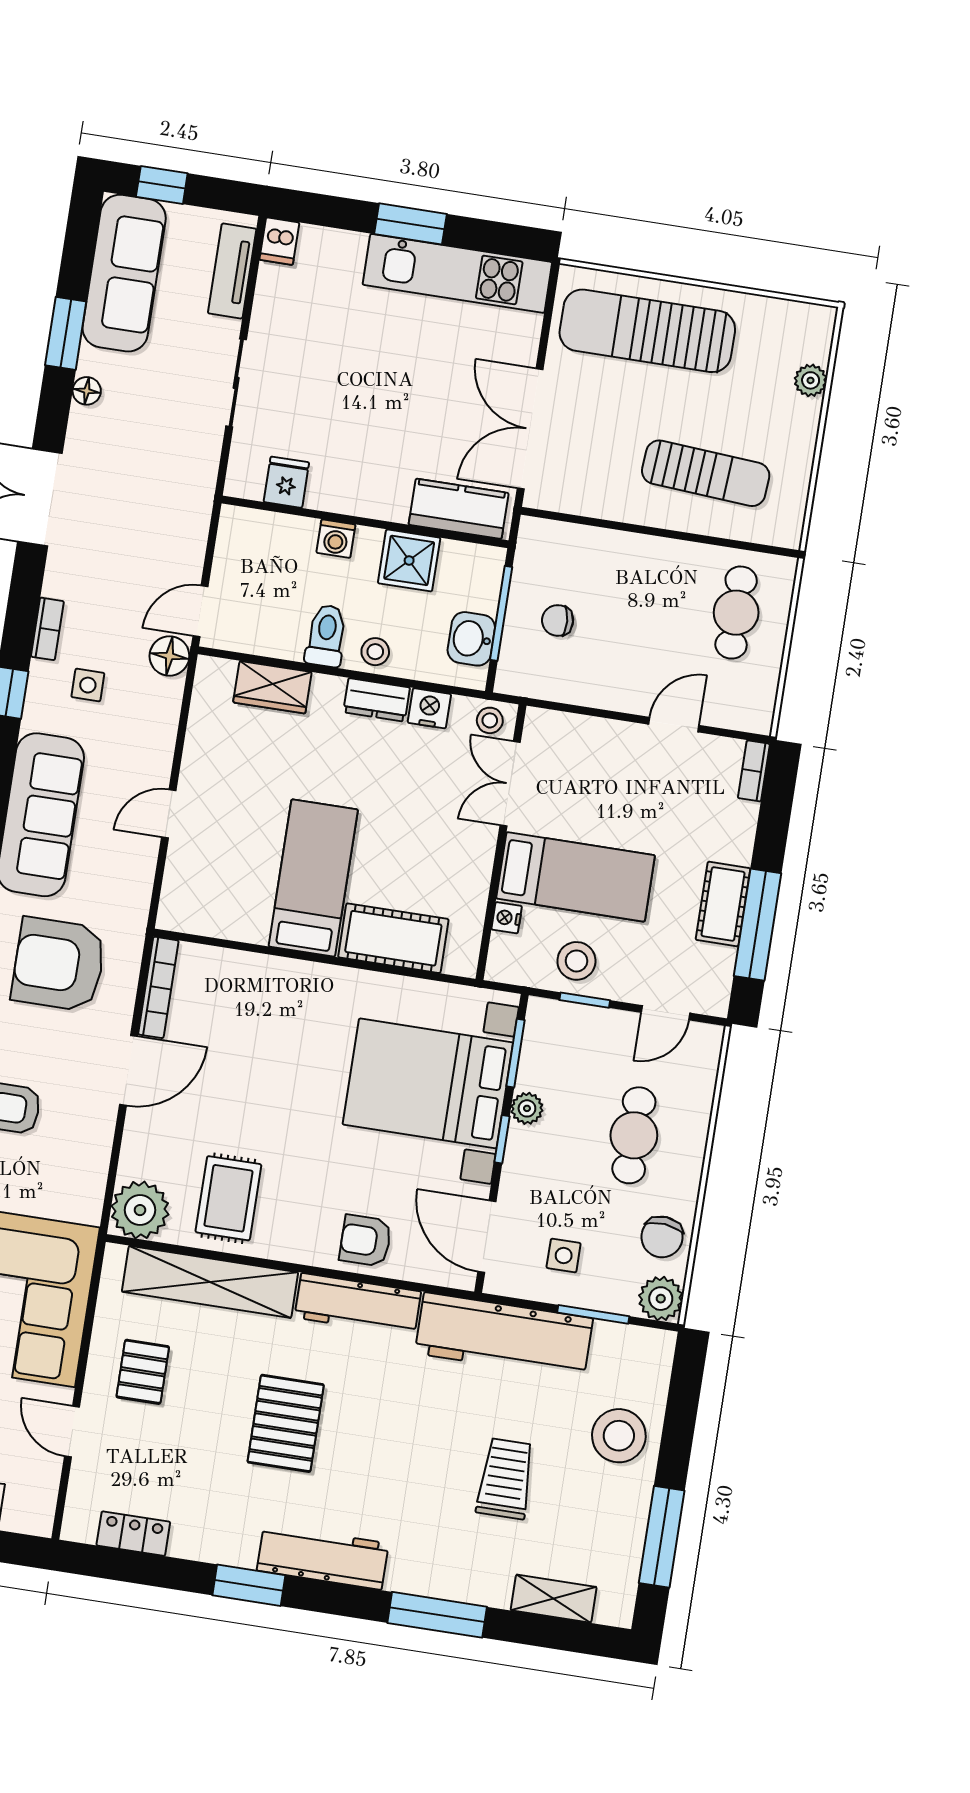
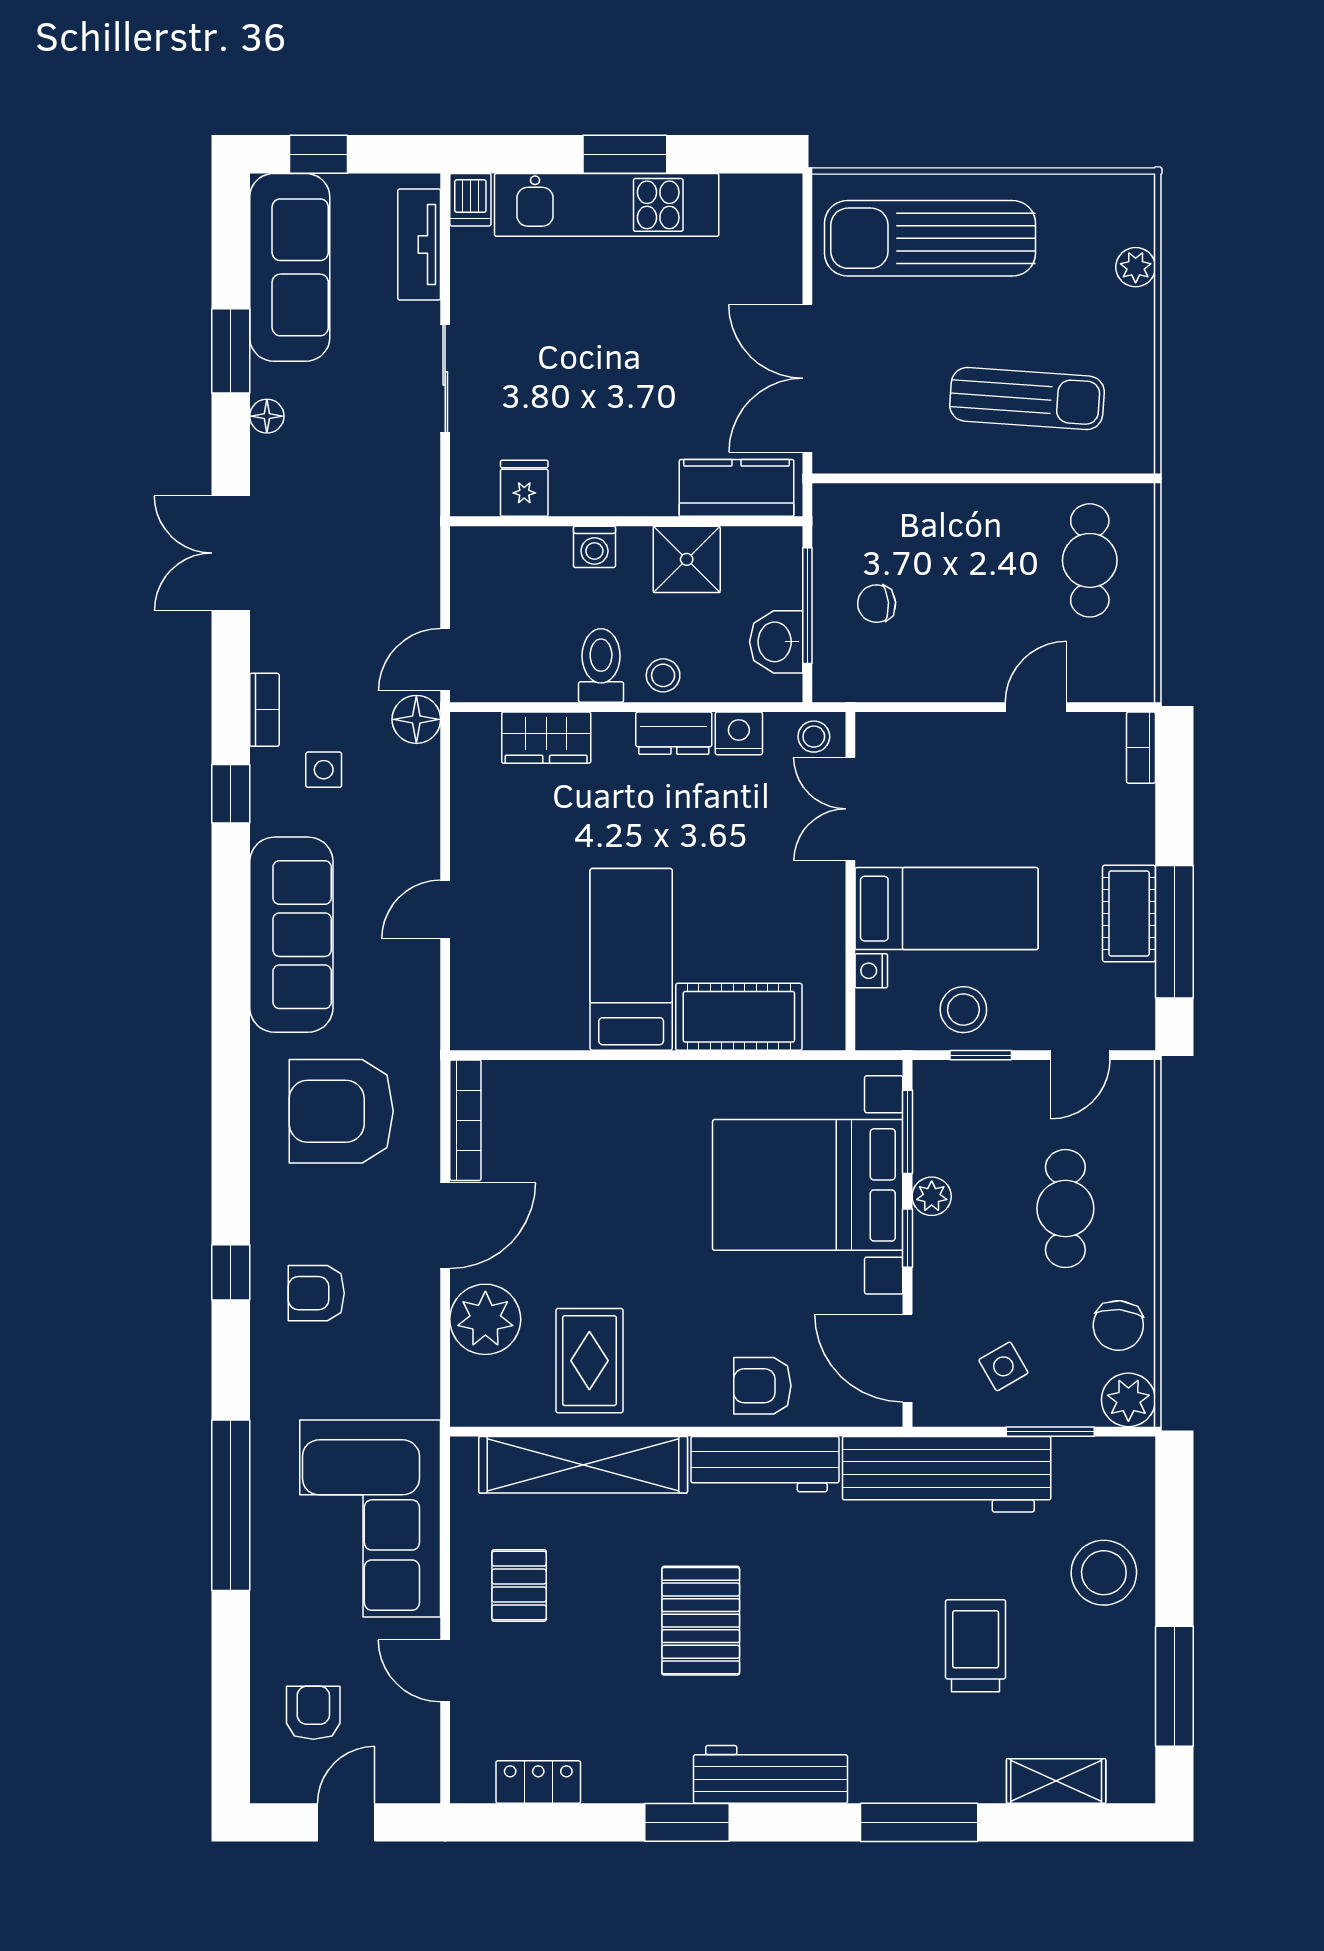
kitchen unit: (457, 273) -> (607, 205), moved
plant: (140, 1210) -> (485, 1319), moved
side table: (564, 1256) -> (1003, 1366), turned -30

